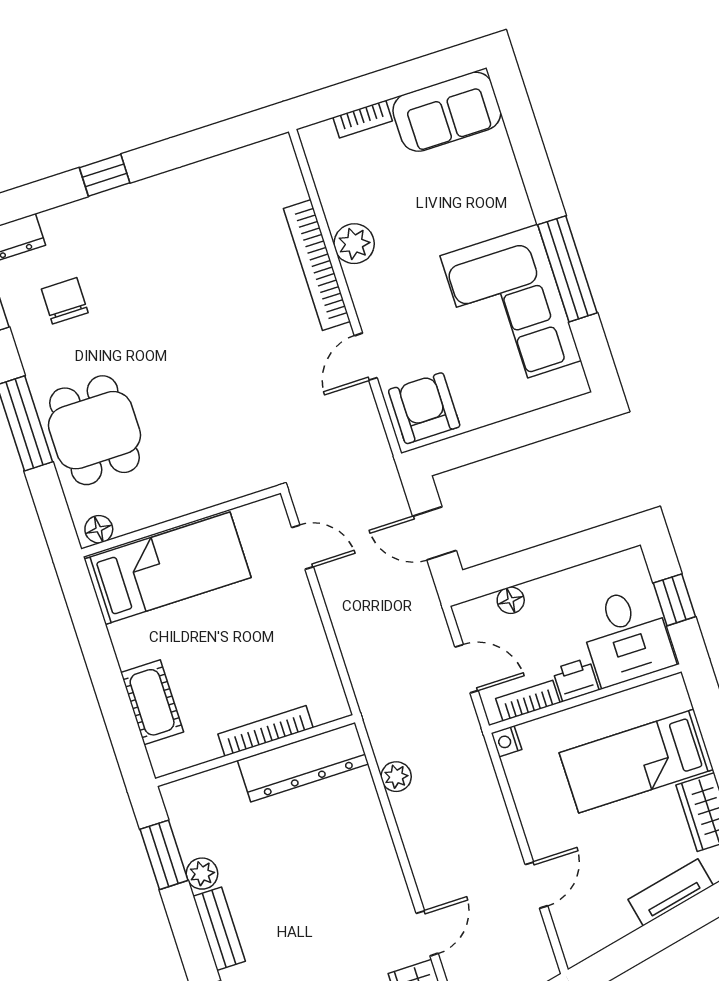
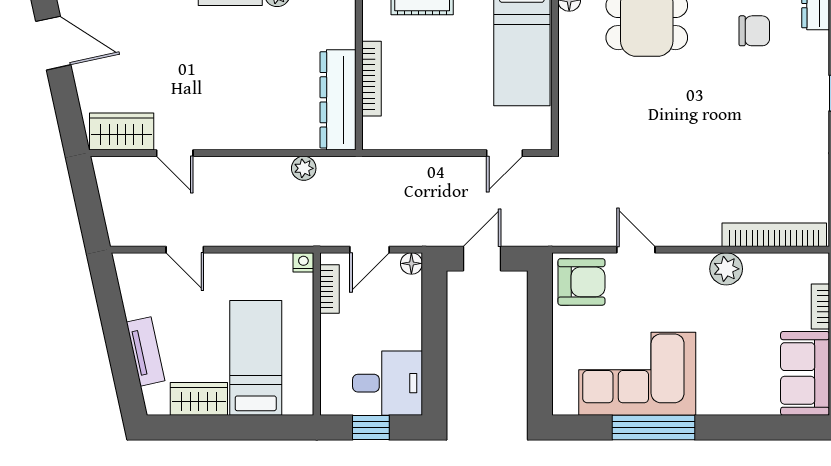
bookcase: (317, 265) -> (774, 235), moved
floor lamp: (511, 600) -> (411, 263), moved
desk: (626, 636) -> (387, 383), moved, turned 180
printer: (576, 680) -> (334, 331), removed

